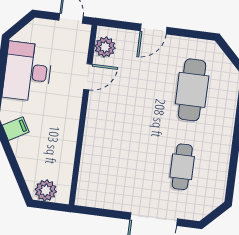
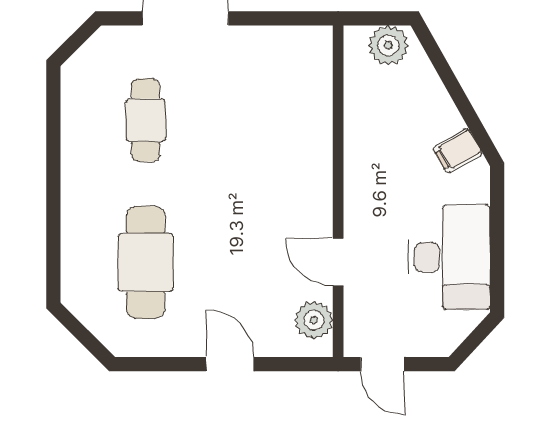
door: (154, 29) -> (230, 364), hinge flipped
door: (88, 77) -> (338, 262), hinge flipped

